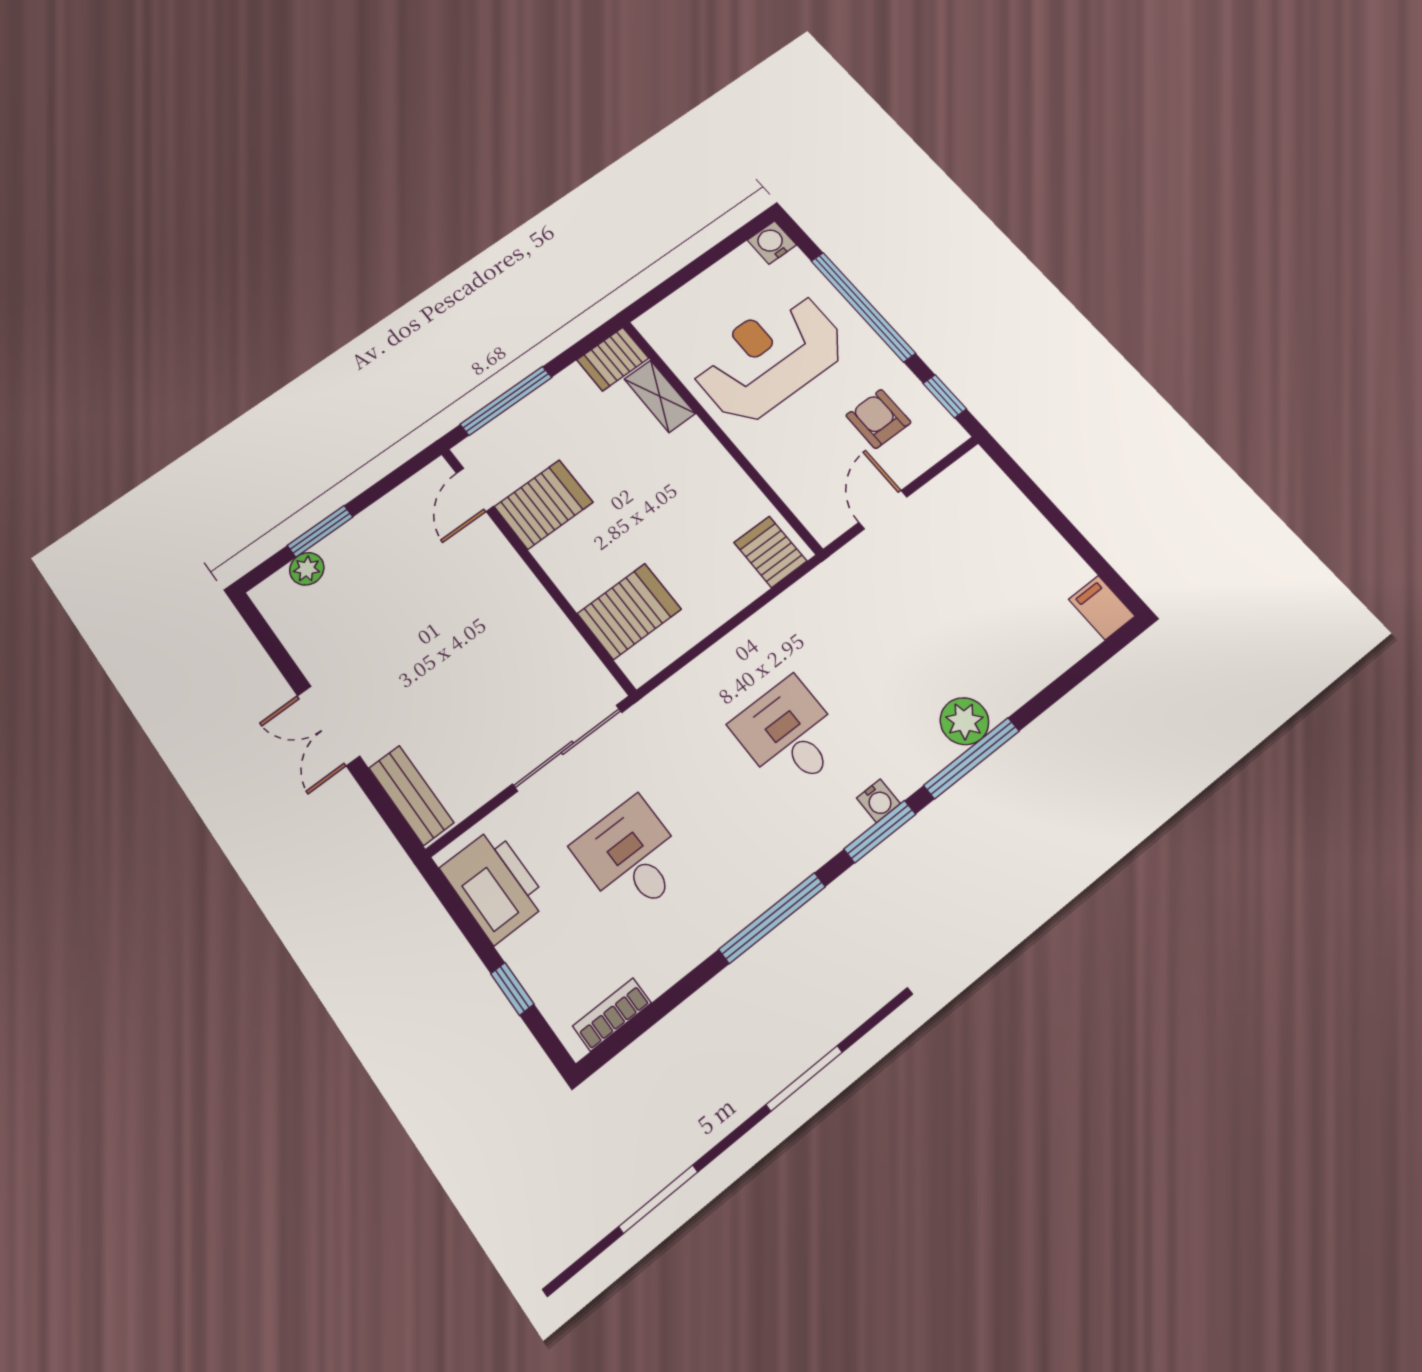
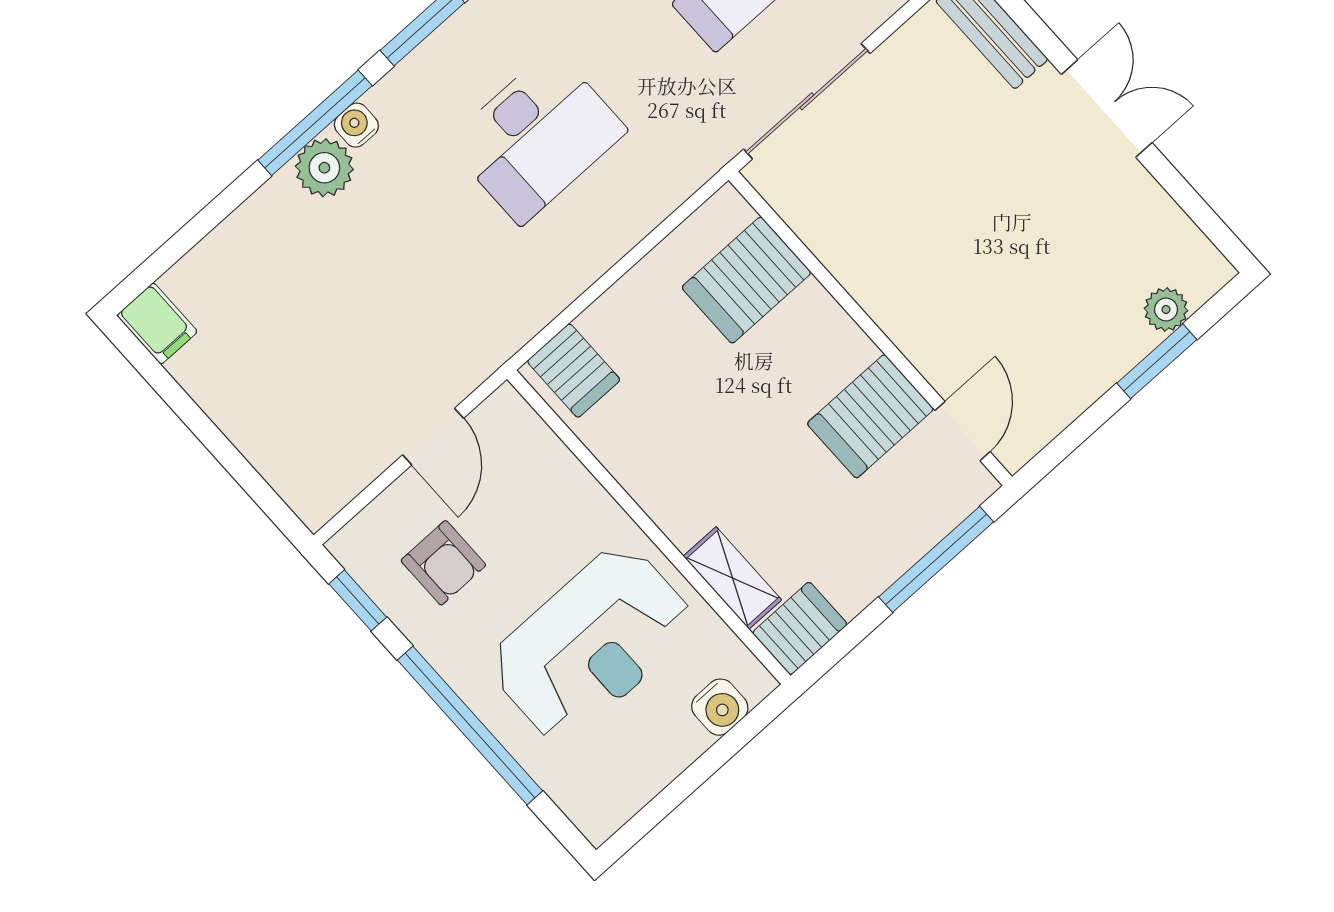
water cooler: (772, 243) -> (720, 707), moved
desk: (789, 735) -> (537, 137), width x1.37
water cooler: (878, 801) -> (356, 125), moved

